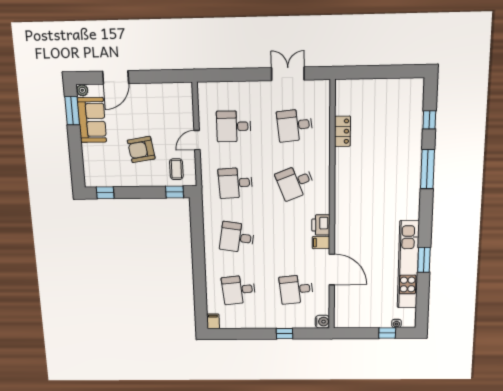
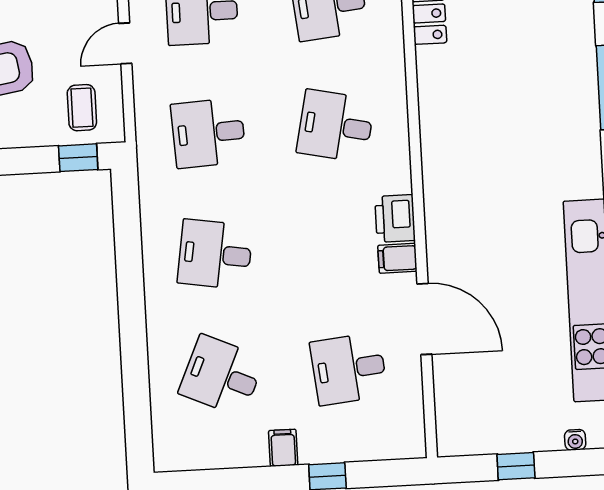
desk: (295, 182) -> (336, 126), turned 33
desk: (239, 290) -> (222, 376), turned 30
filing cabinet: (213, 321) -> (283, 448), moved
water cooler: (322, 322) -> (411, 443), removed
window: (387, 333) -> (516, 466), moved

